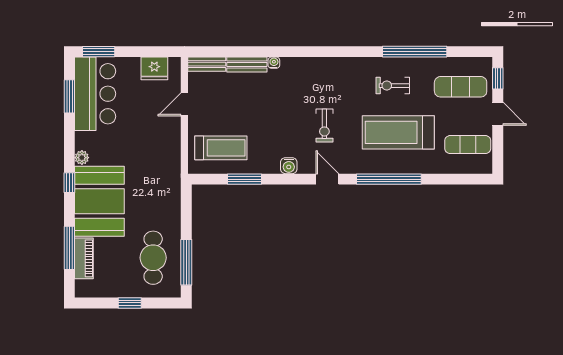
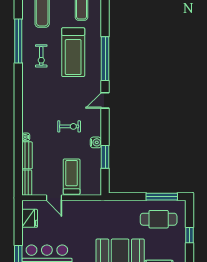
exercise bike: (324, 125) -> (69, 126), moved
treadmill: (221, 148) -> (72, 177), moved
water cooler: (289, 166) -> (96, 142), moved

